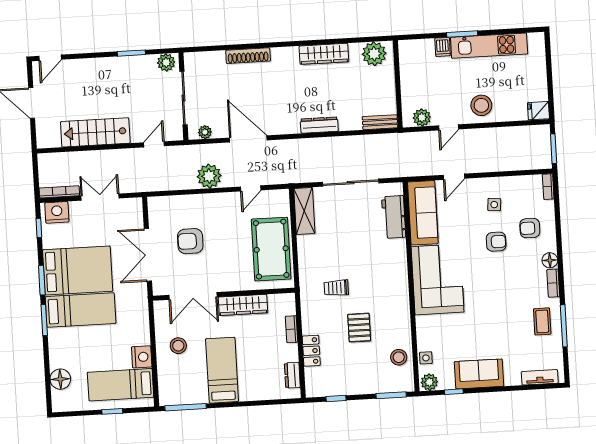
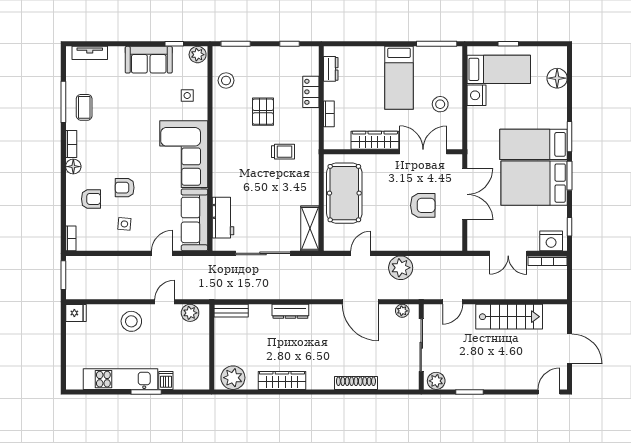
side table: (426, 358) -> (187, 96), moved

